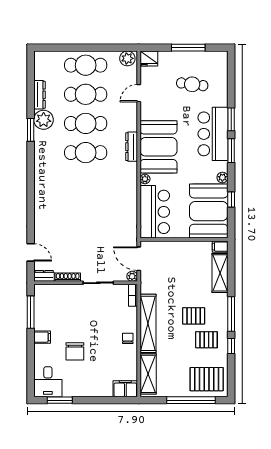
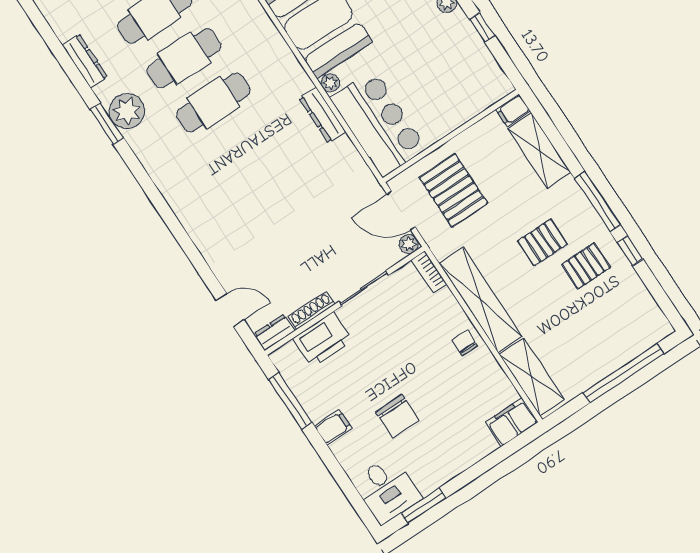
plant: (44, 120) -> (127, 111), moved
dresser: (132, 147) -> (322, 115), moved
booth: (209, 211) -> (460, 68), removed
printer: (64, 294) -> (323, 340), added
pallet: (207, 379) -> (453, 191), moved, turned 90

